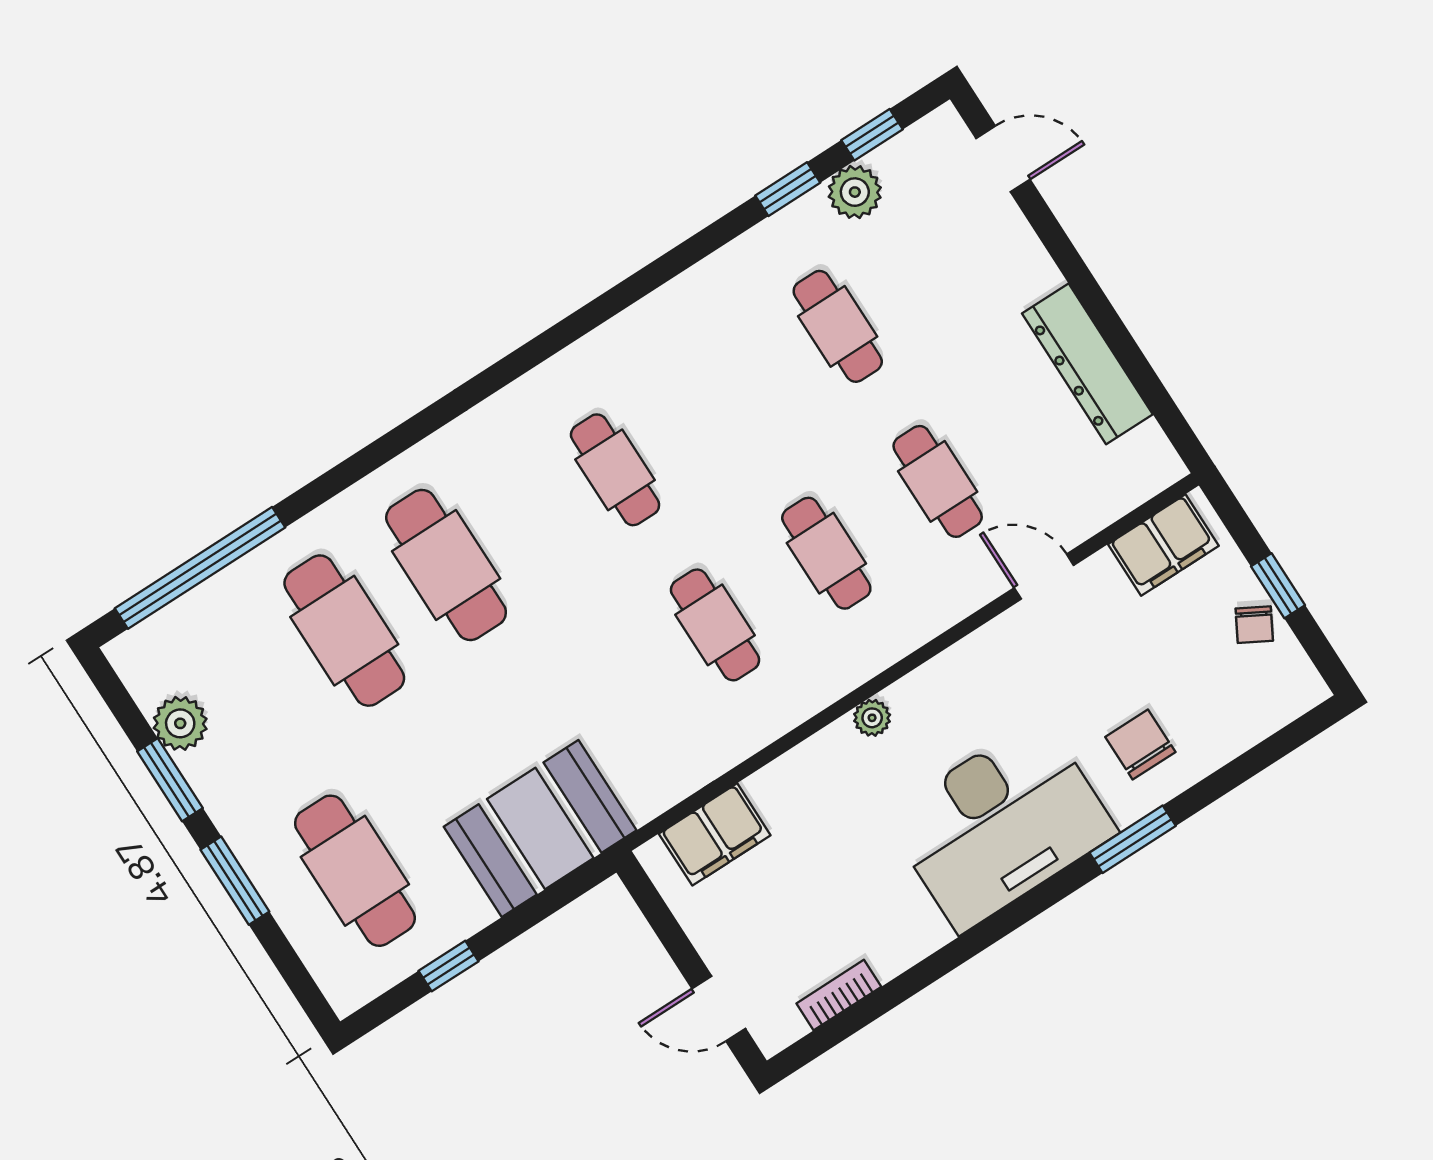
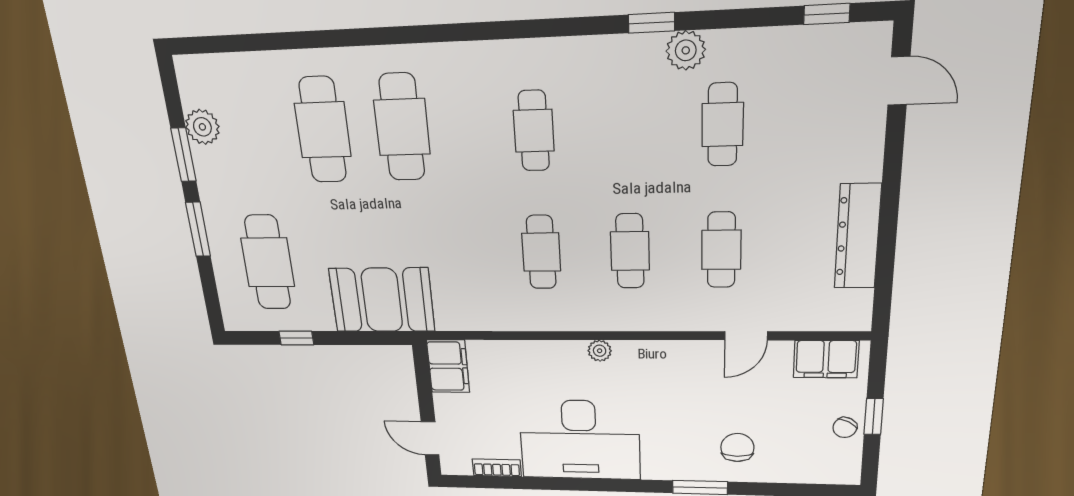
window: (788, 189) -> (651, 23), moved
plant: (855, 192) -> (686, 50), moved
window: (200, 568) -> (252, 42), removed
door: (1044, 577) -> (746, 336), swing flipped
desk: (1001, 824) -> (580, 440), moved
filing cabinet: (715, 834) -> (448, 366), moved, turned -90

